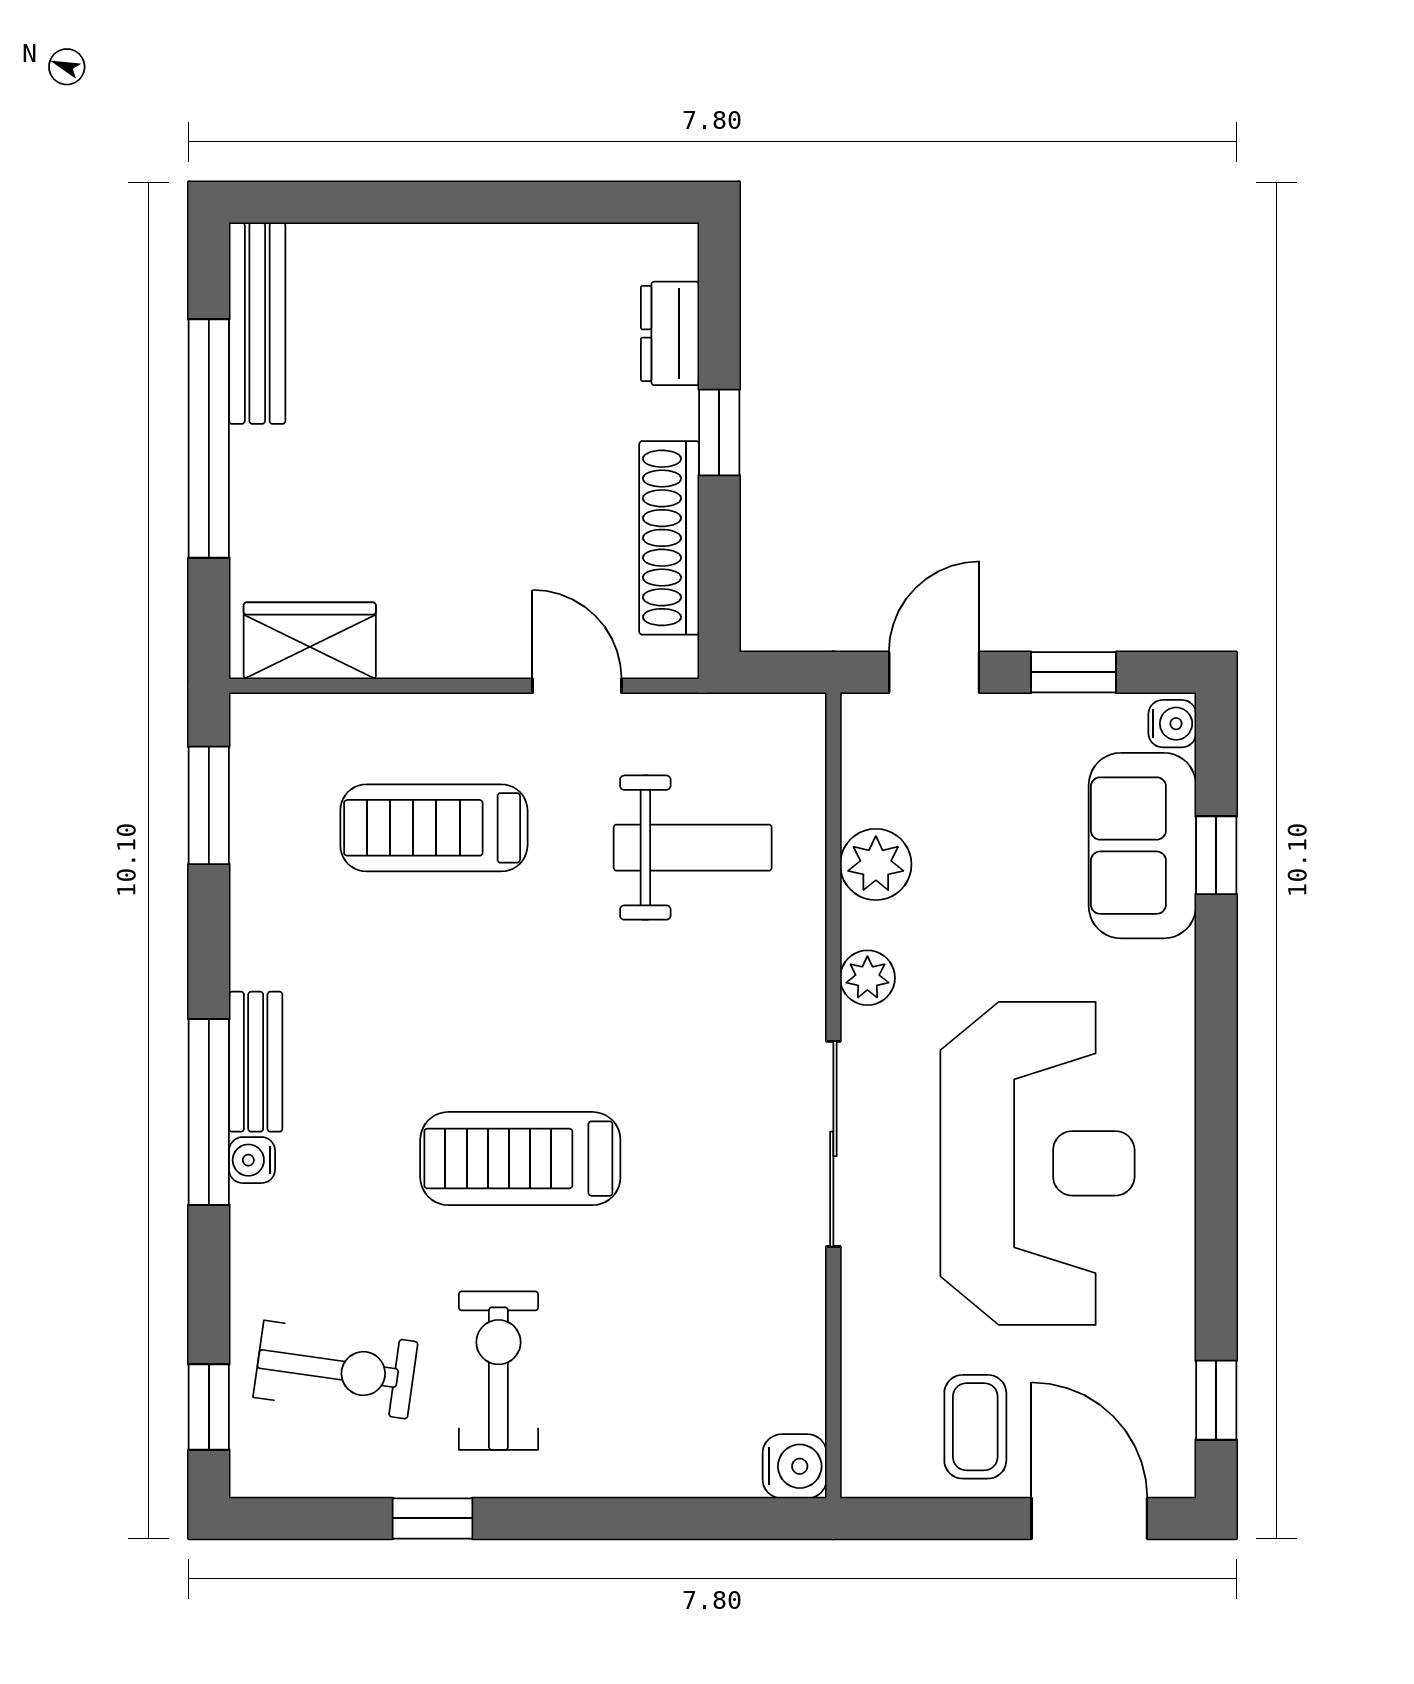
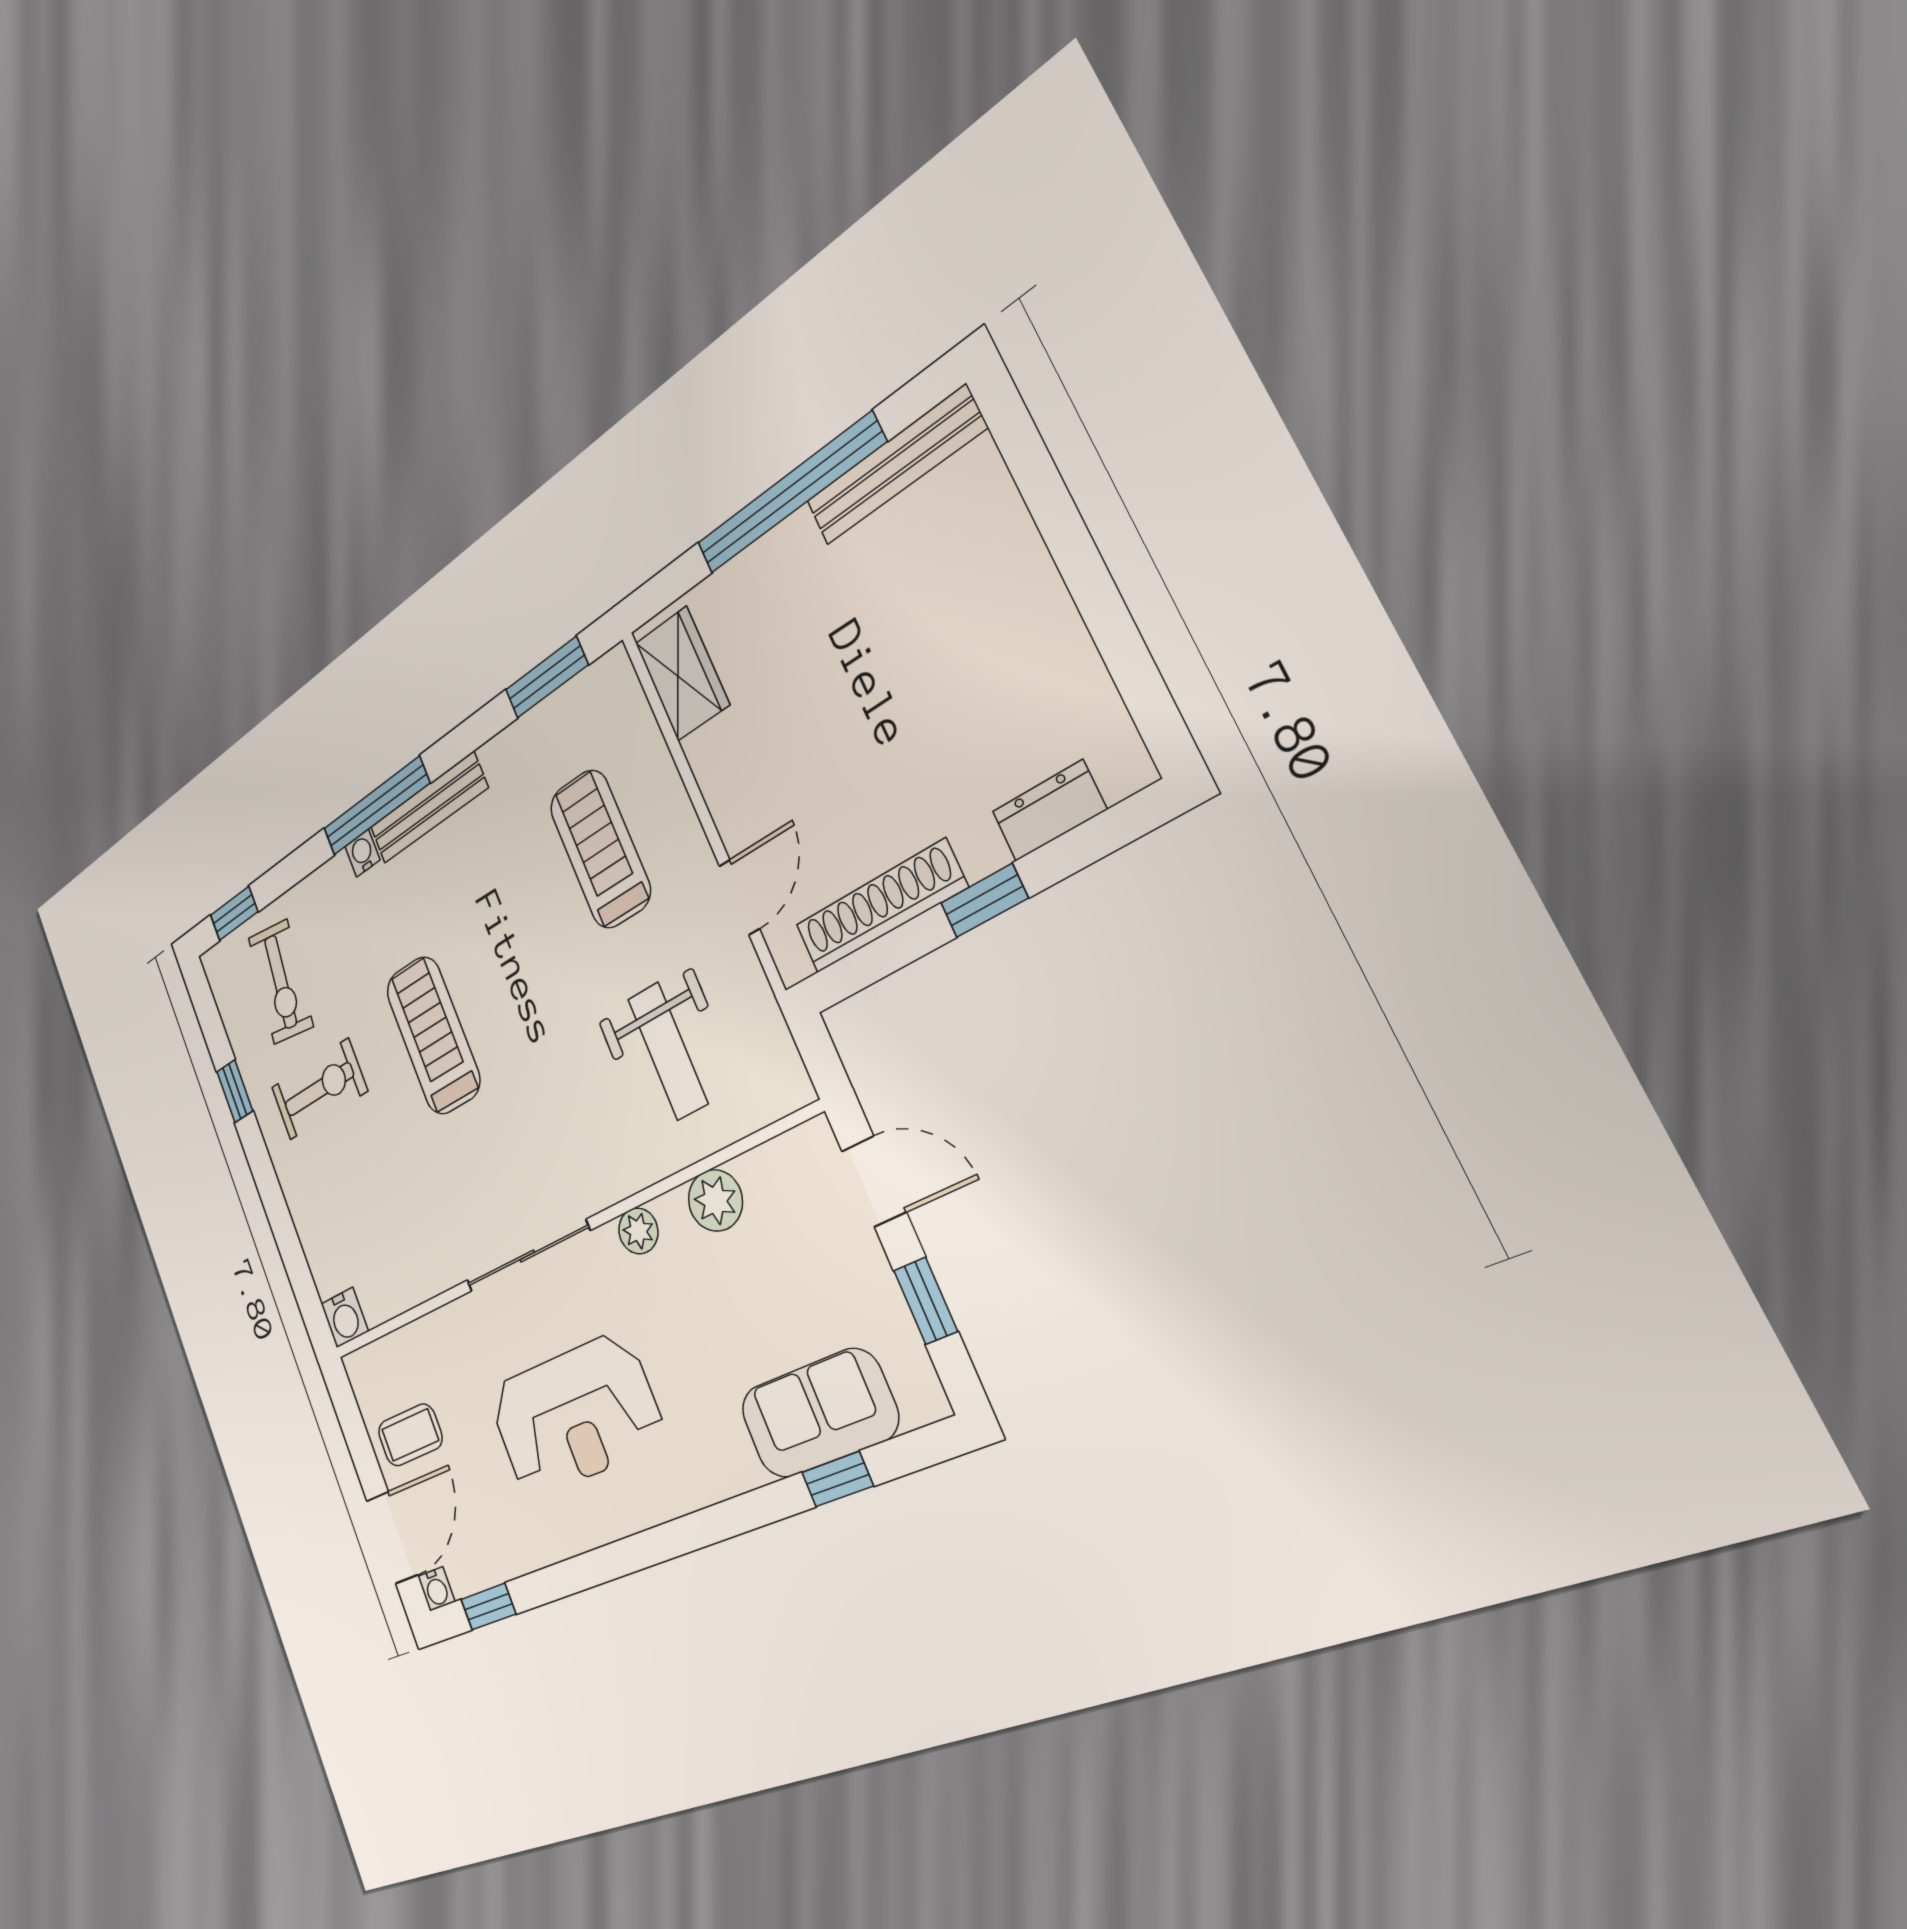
water cooler: (1172, 724) -> (436, 1589), moved
bench: (256, 1062) -> (428, 808), width x1.36
reception desk: (1037, 1163) -> (575, 1416), width x0.74, depth x0.77

